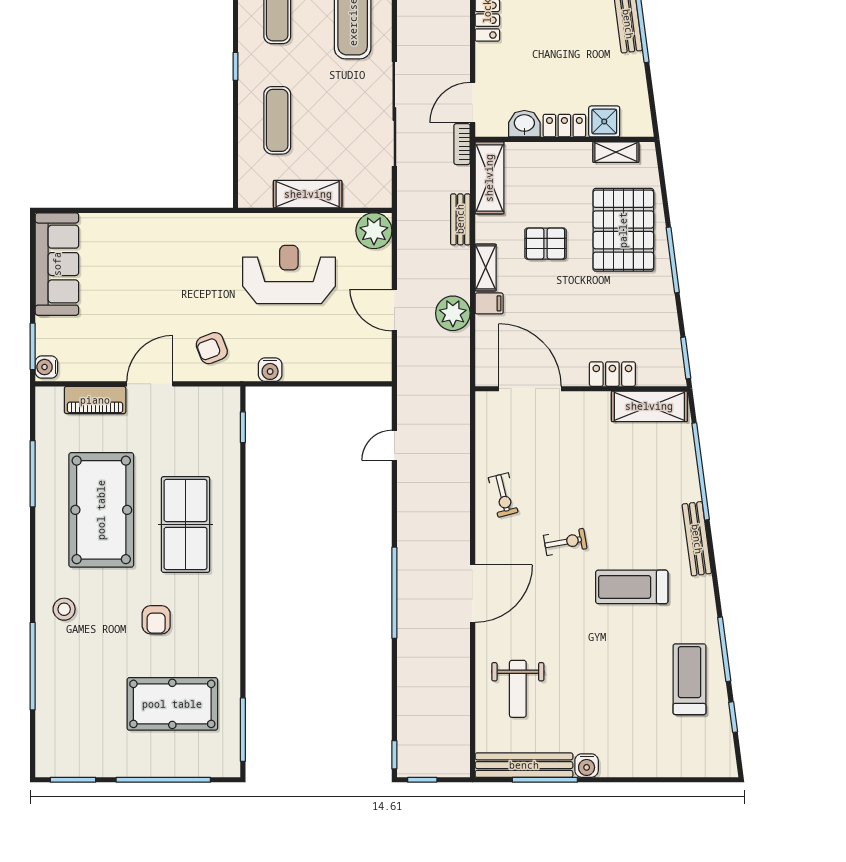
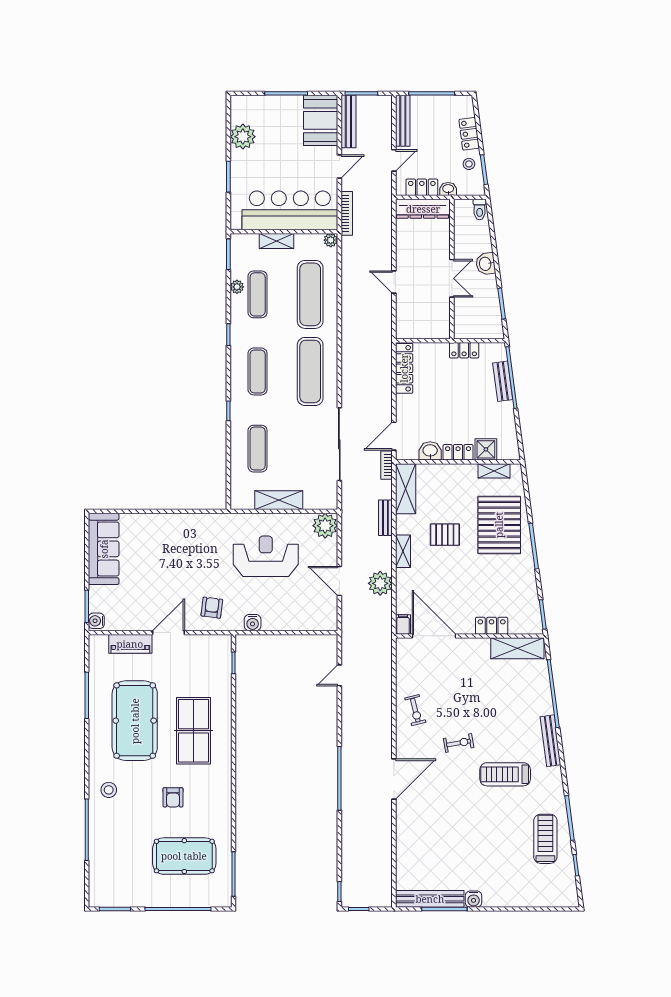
filing cabinet: (489, 303) -> (403, 624), moved, turned -90
armchair: (212, 348) -> (212, 608), turned 118
weight bench: (518, 689) -> (426, 846), removed

